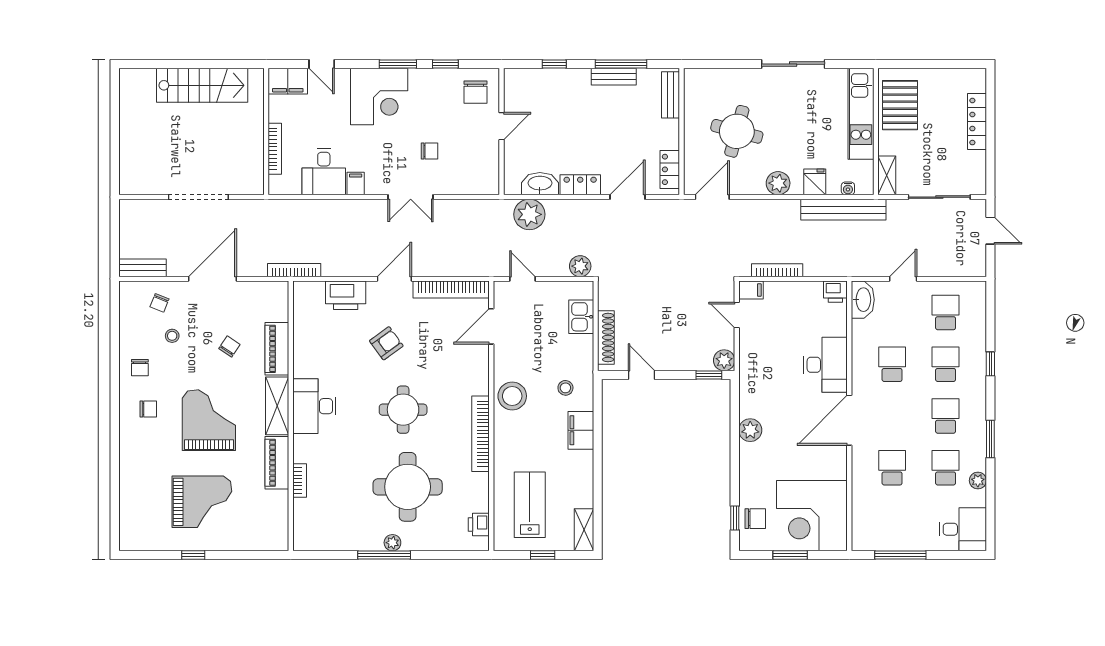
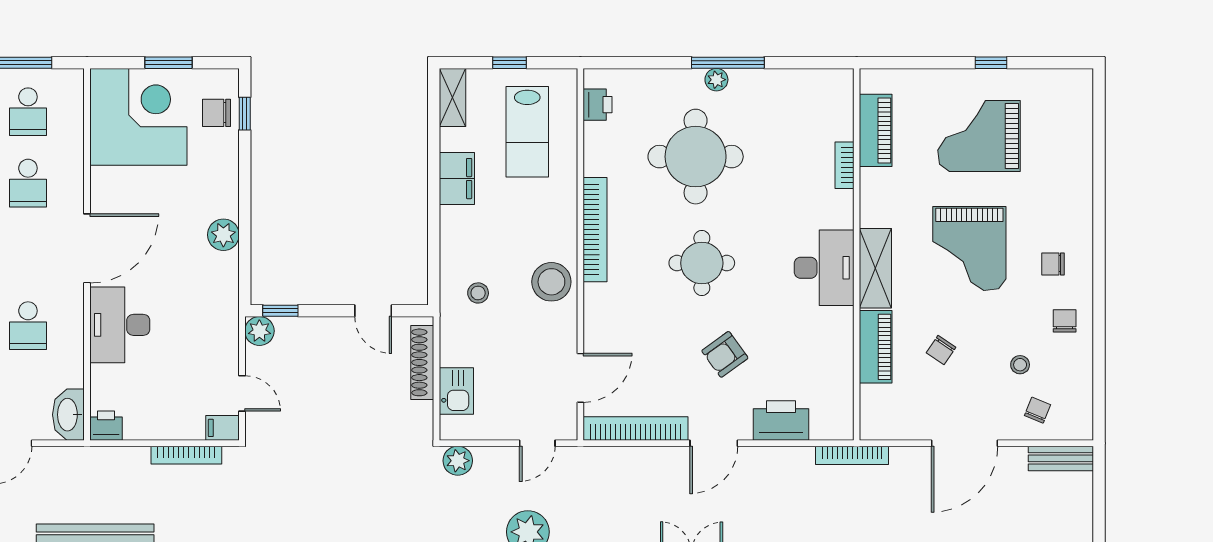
door: (522, 279) -> (537, 443), hinge flipped
filing cabinet: (581, 430) -> (457, 179), moved
piano: (277, 463) -> (876, 130), moved
school desk: (892, 519) -> (28, 112), added

